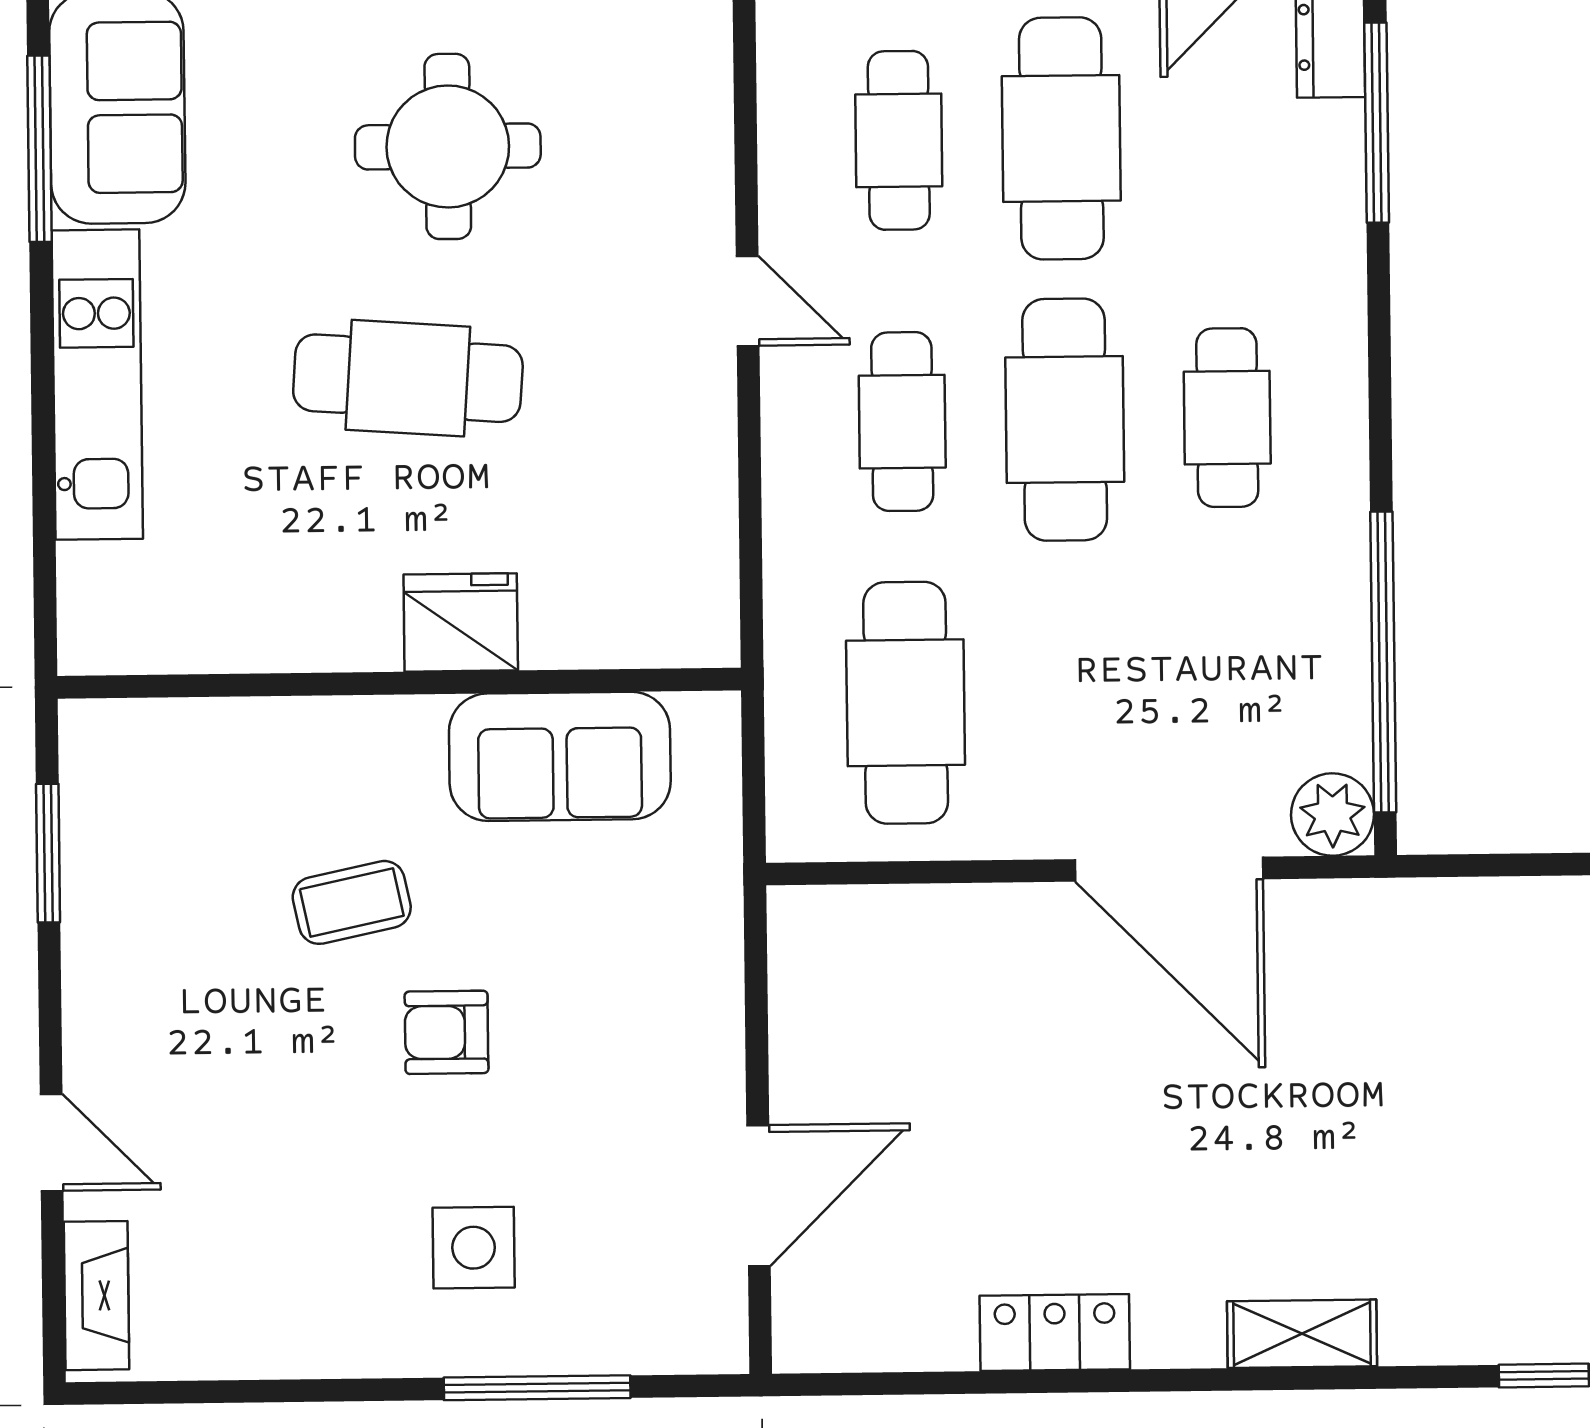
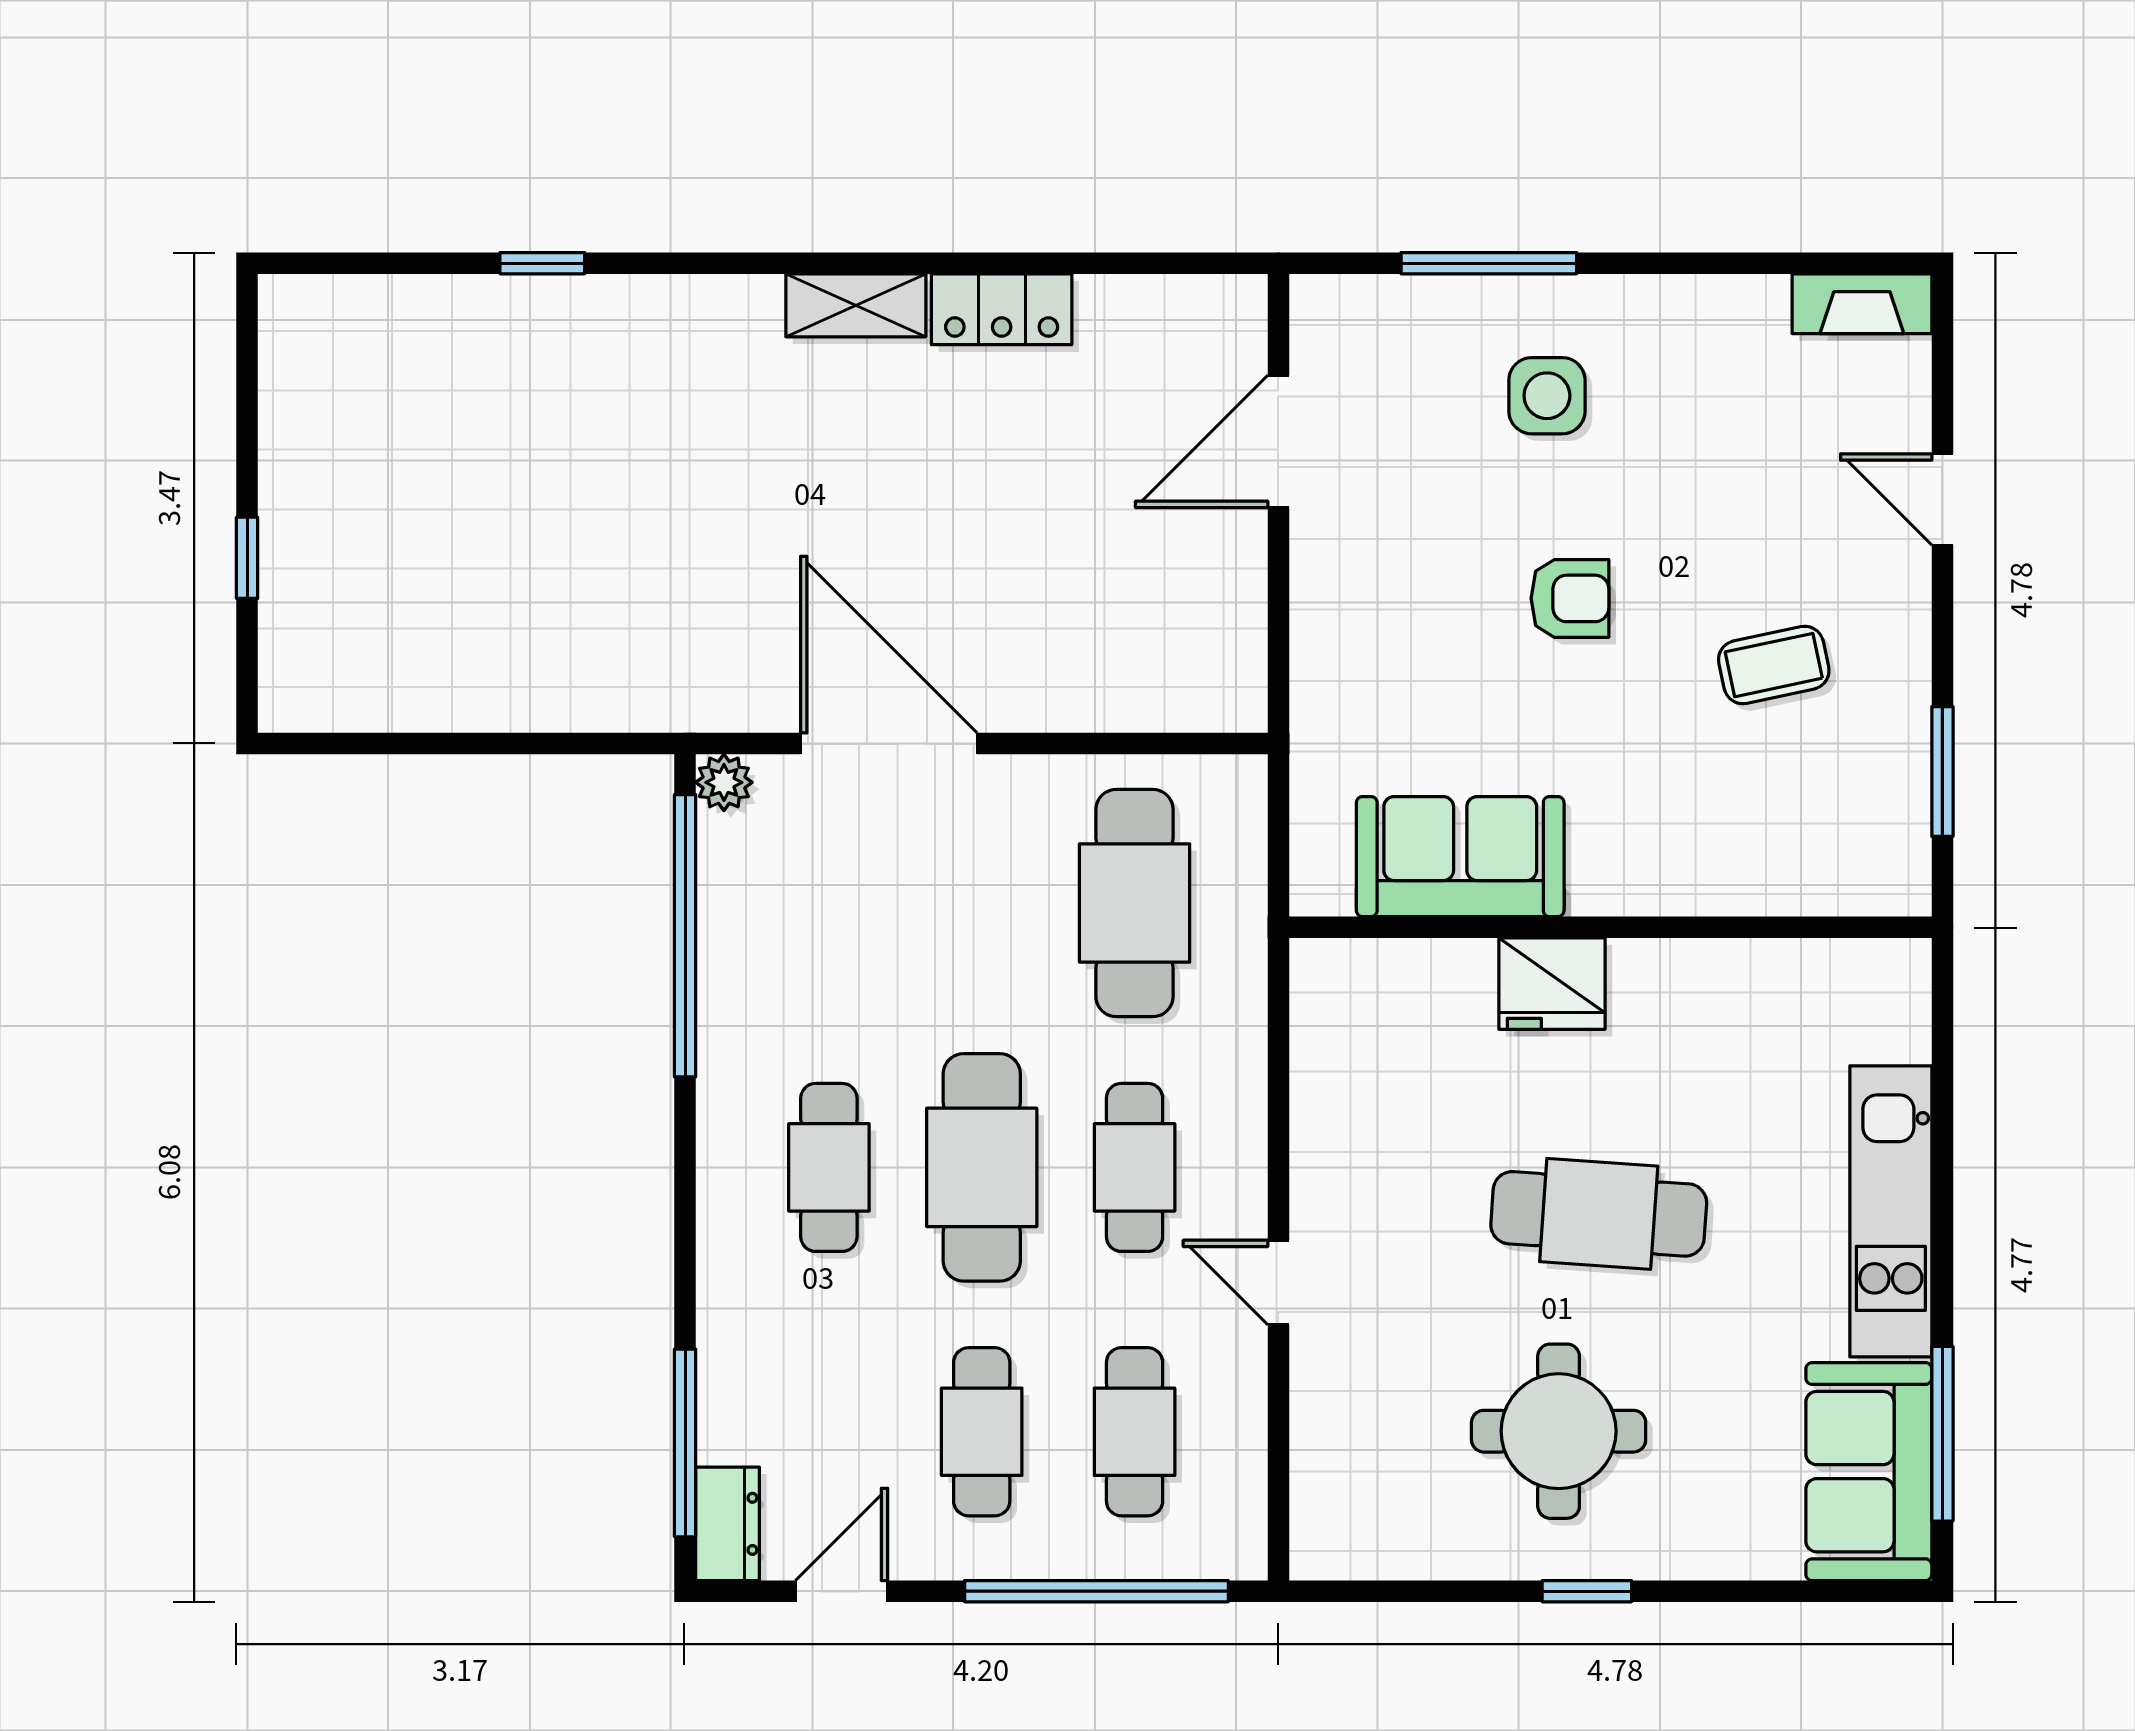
cafe table: (1061, 138) -> (982, 1432), width x0.73, depth x0.74
plant: (1332, 815) -> (724, 782), width x0.73, depth x0.73
coffee table: (352, 902) -> (1774, 665), moved
fireplace: (97, 1296) -> (1862, 304), moved, turned -90
shelving: (1302, 1334) -> (856, 305), moved

